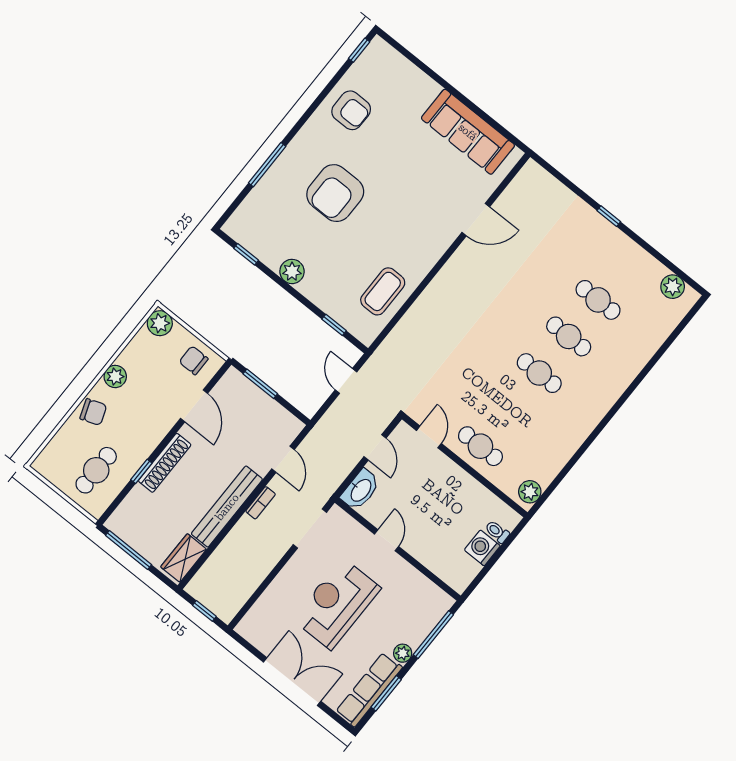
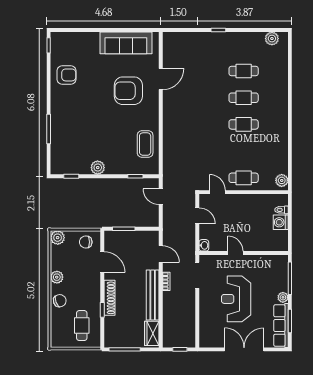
armchair: (335, 193) -> (128, 91), moved, turned 90
washbasin: (360, 490) -> (204, 245), width x0.52, depth x0.69

